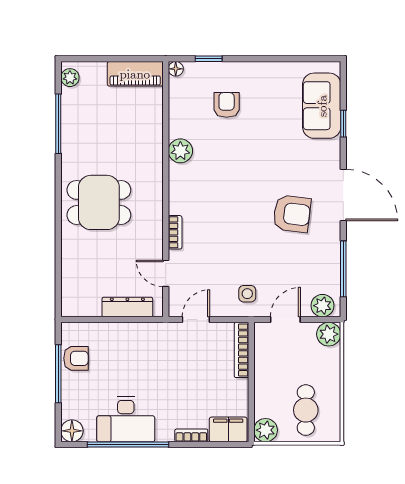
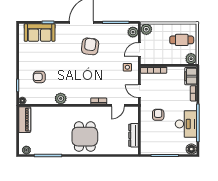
dresser: (127, 307) -> (134, 135), moved
door: (285, 320) -> (139, 49), hinge flipped
armchair: (76, 358) -> (158, 115), moved

